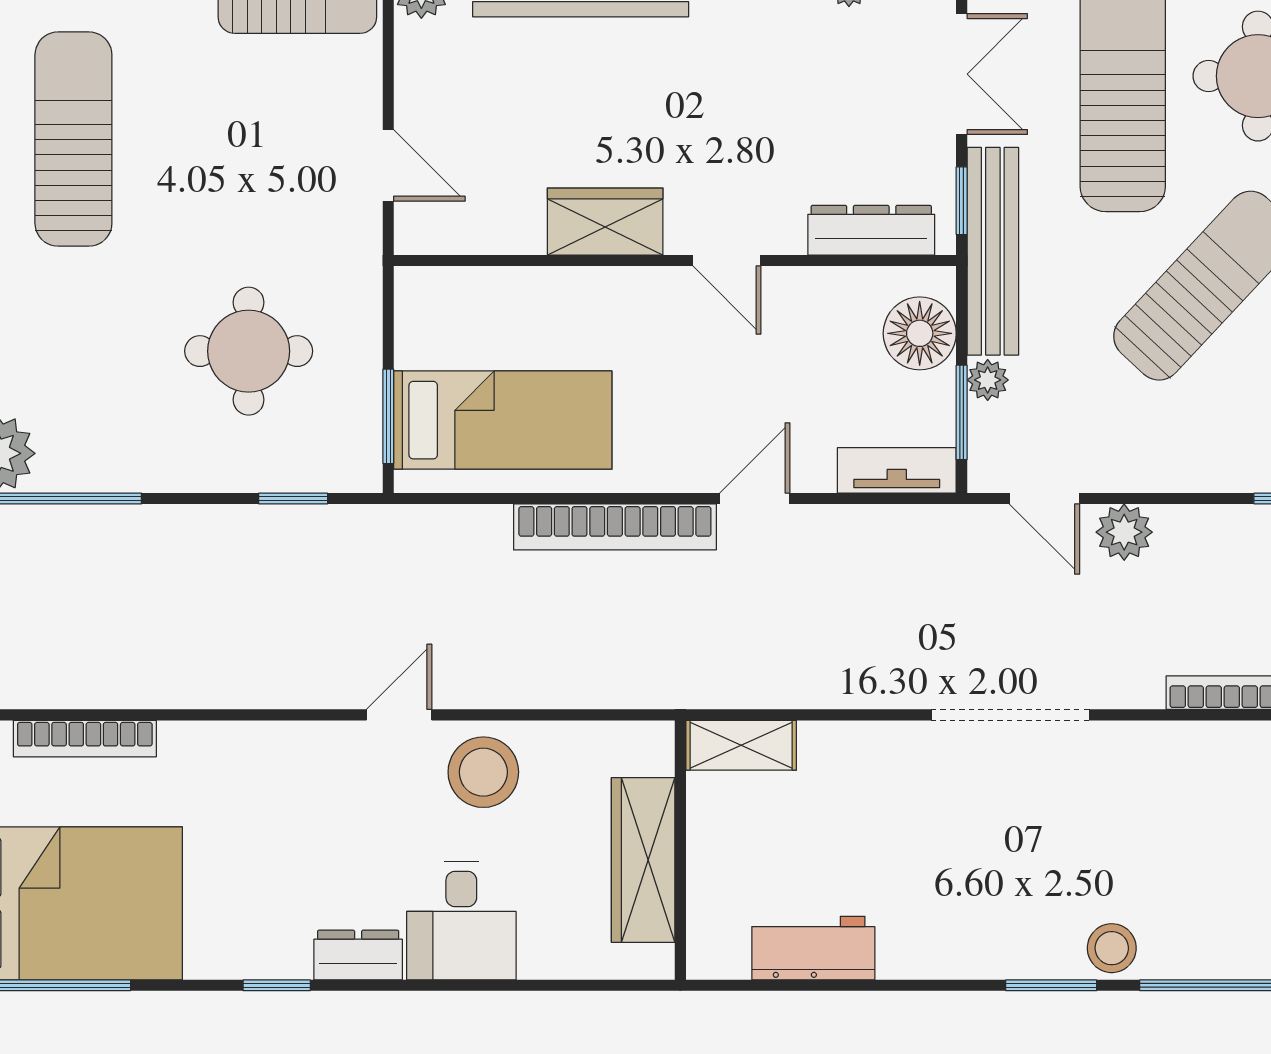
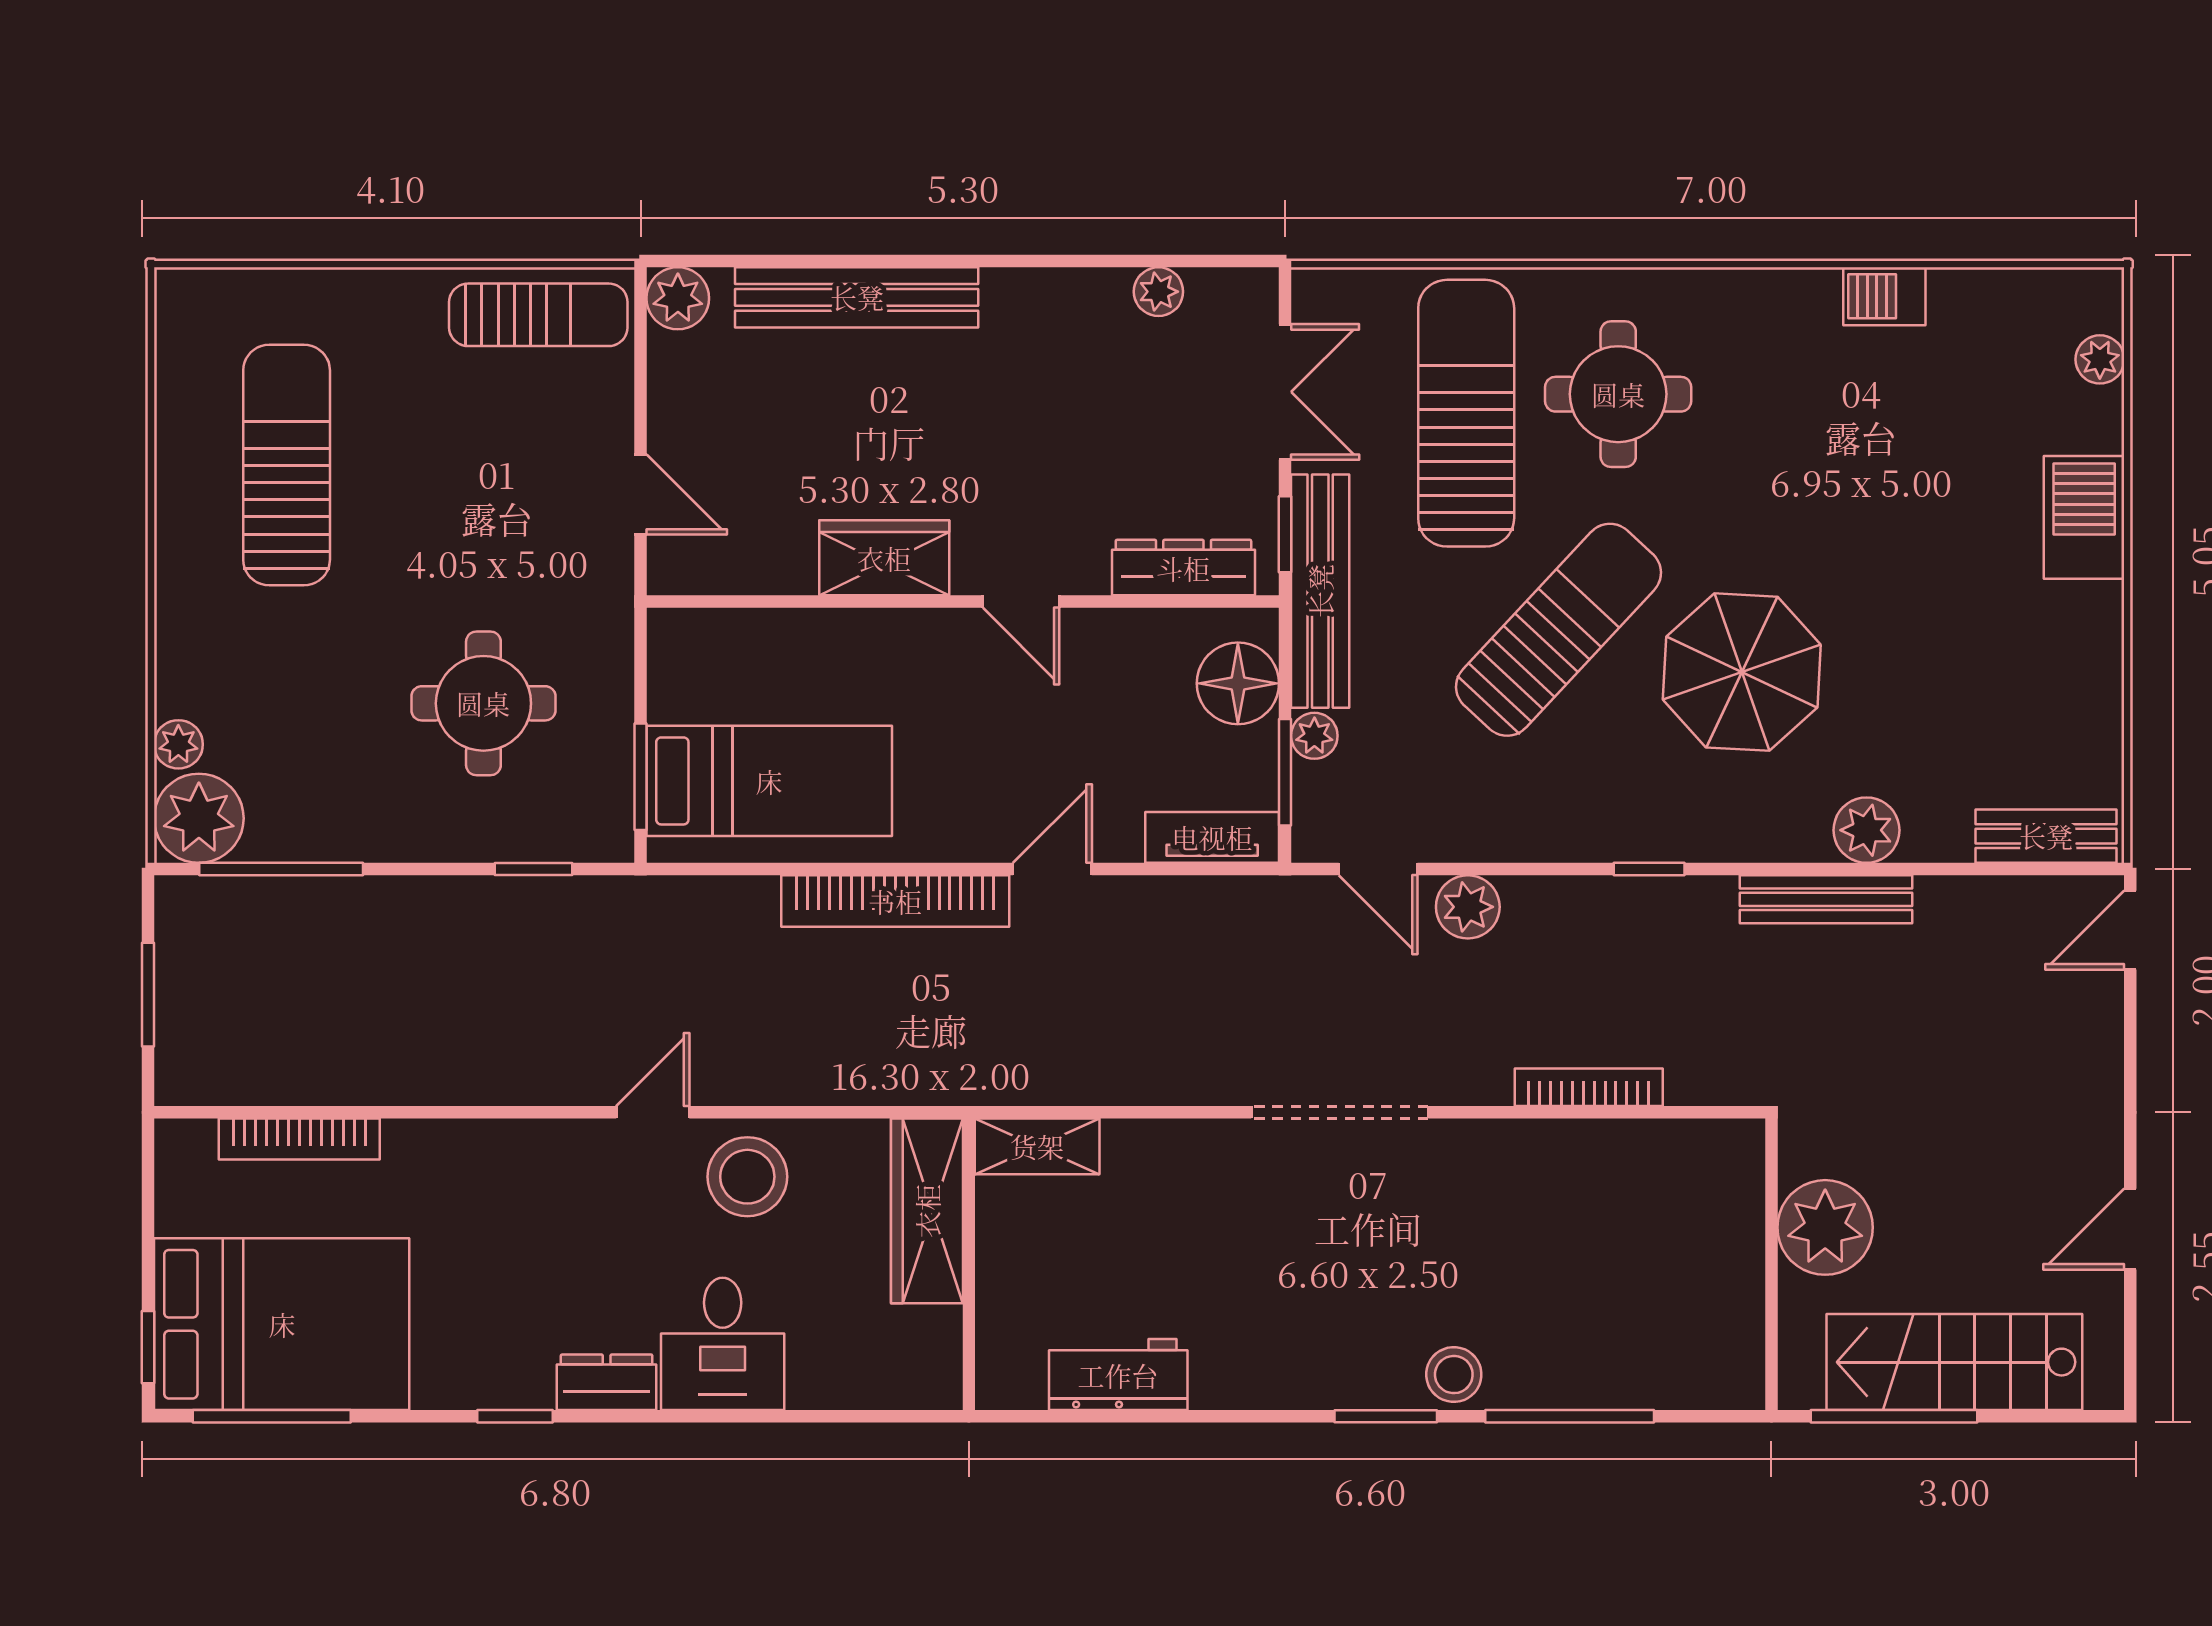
wardrobe: (643, 860) -> (927, 1211), moved

